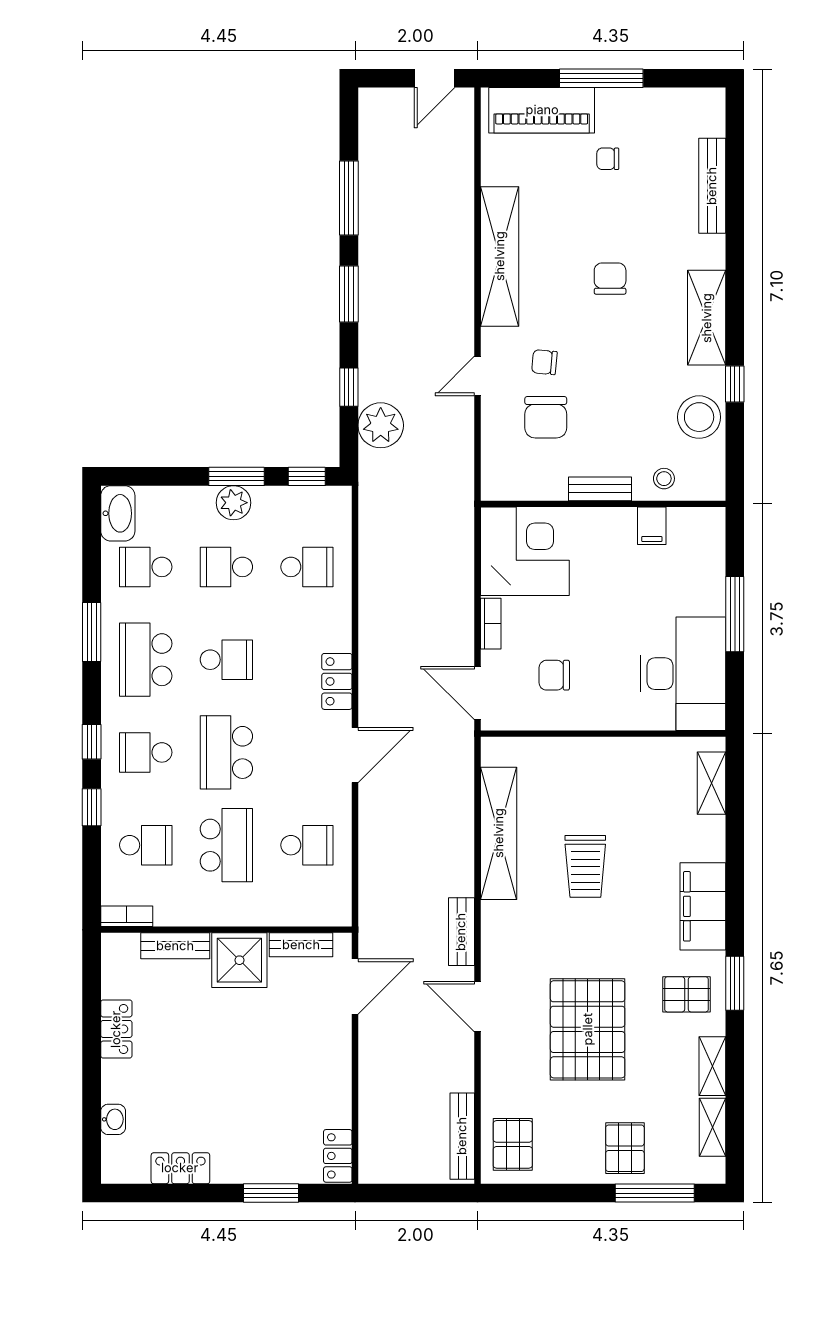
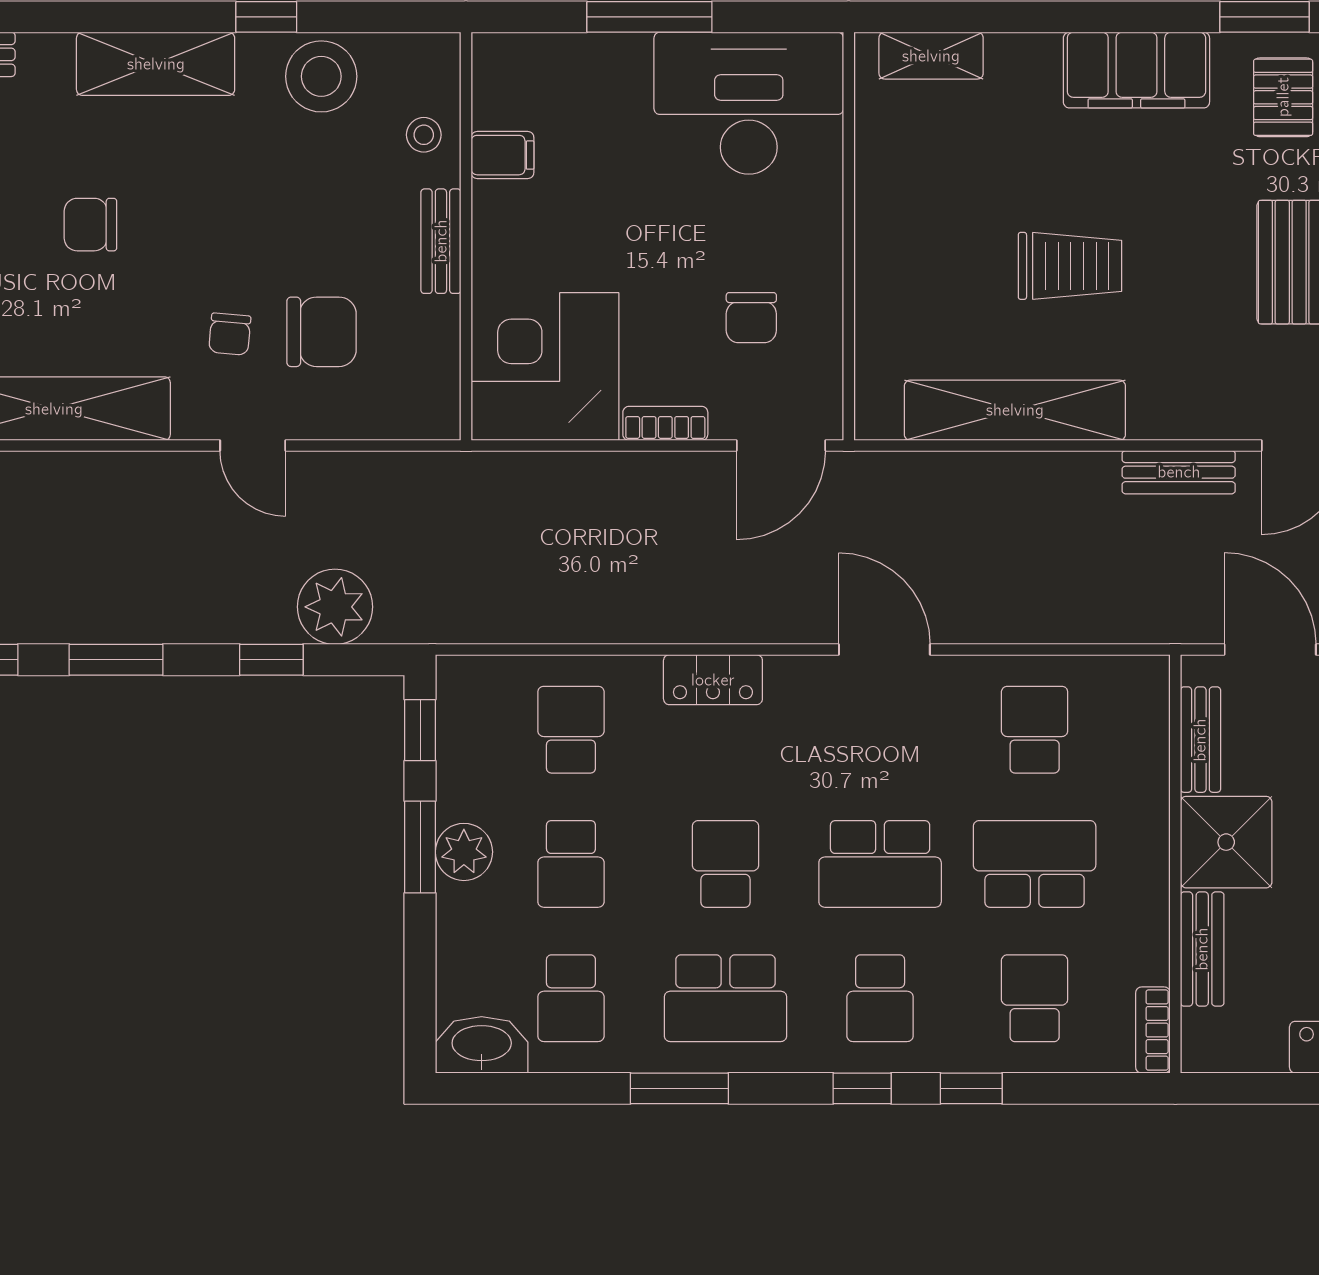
locker: (337, 681) -> (713, 680), moved

